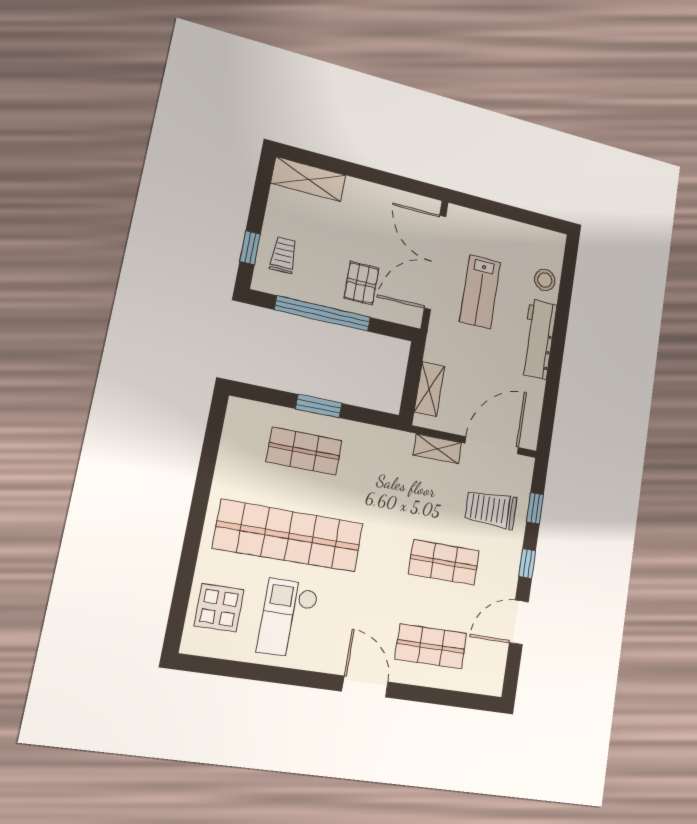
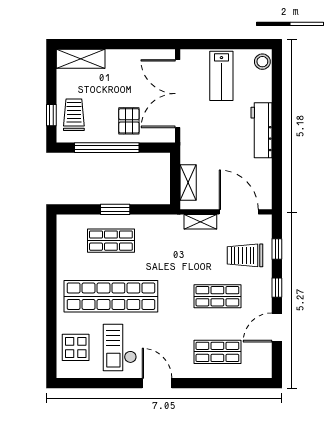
trolley: (284, 255) -> (74, 115), width x1.36, depth x1.39
stool: (545, 280) -> (262, 62), moved
lab bench: (480, 292) -> (221, 76), moved
door: (492, 445) -> (239, 212), hinge flipped
door: (365, 687) -> (157, 383), moved

